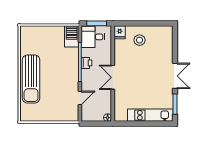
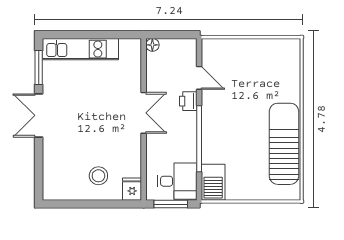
printer: (86, 63) -> (188, 101), moved
sun lounger: (31, 79) -> (284, 144), moved
door: (80, 98) -> (199, 78), swing flipped

